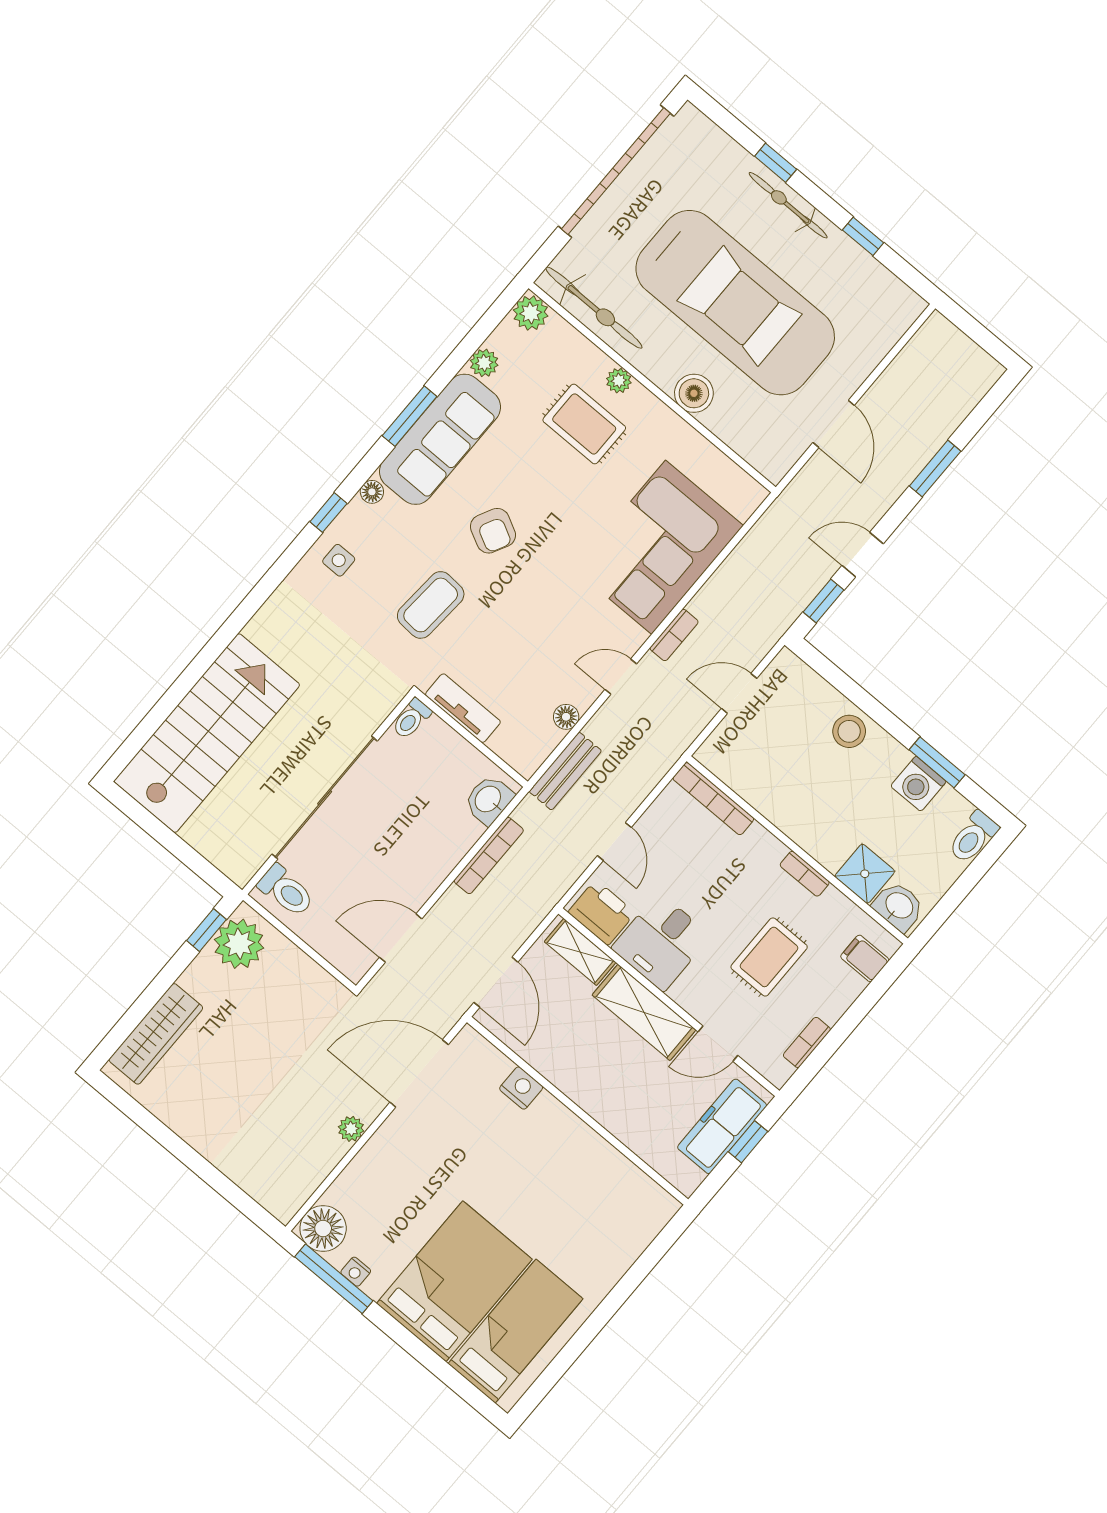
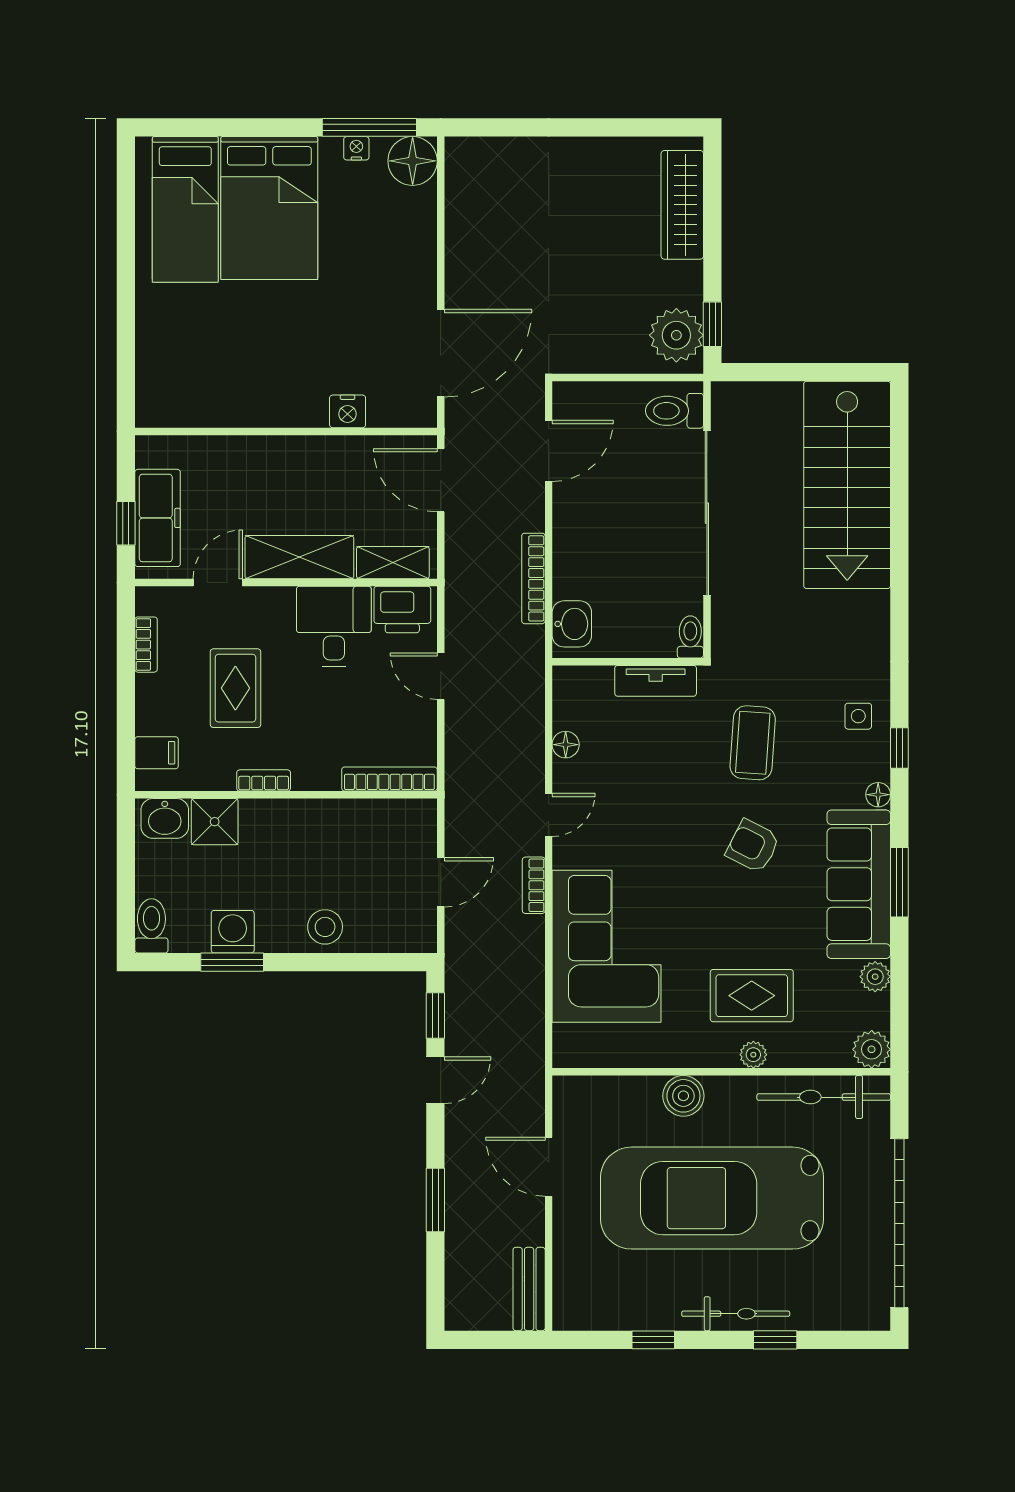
bench: (565, 771) -> (529, 1289), moved
plant: (351, 1129) -> (458, 261), removed

